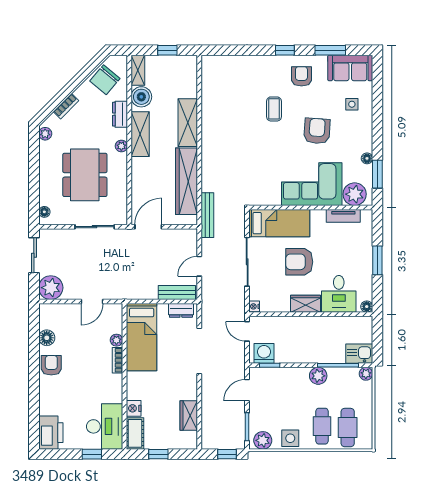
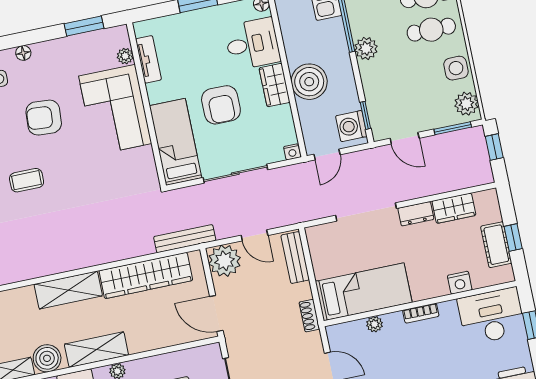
floor lamp: (367, 158) -> (23, 53), moved
plant: (355, 194) -> (125, 56), width x0.53, depth x0.53
plant: (185, 241) -> (225, 261), added
shoe rack: (133, 294) -> (309, 316), added
dresser: (181, 310) -> (416, 214), moved, turned 90
boiler: (303, 329) -> (309, 82), added
bookcase: (117, 360) -> (421, 313), moved
cot: (135, 433) -> (496, 245), moved, turned 90

